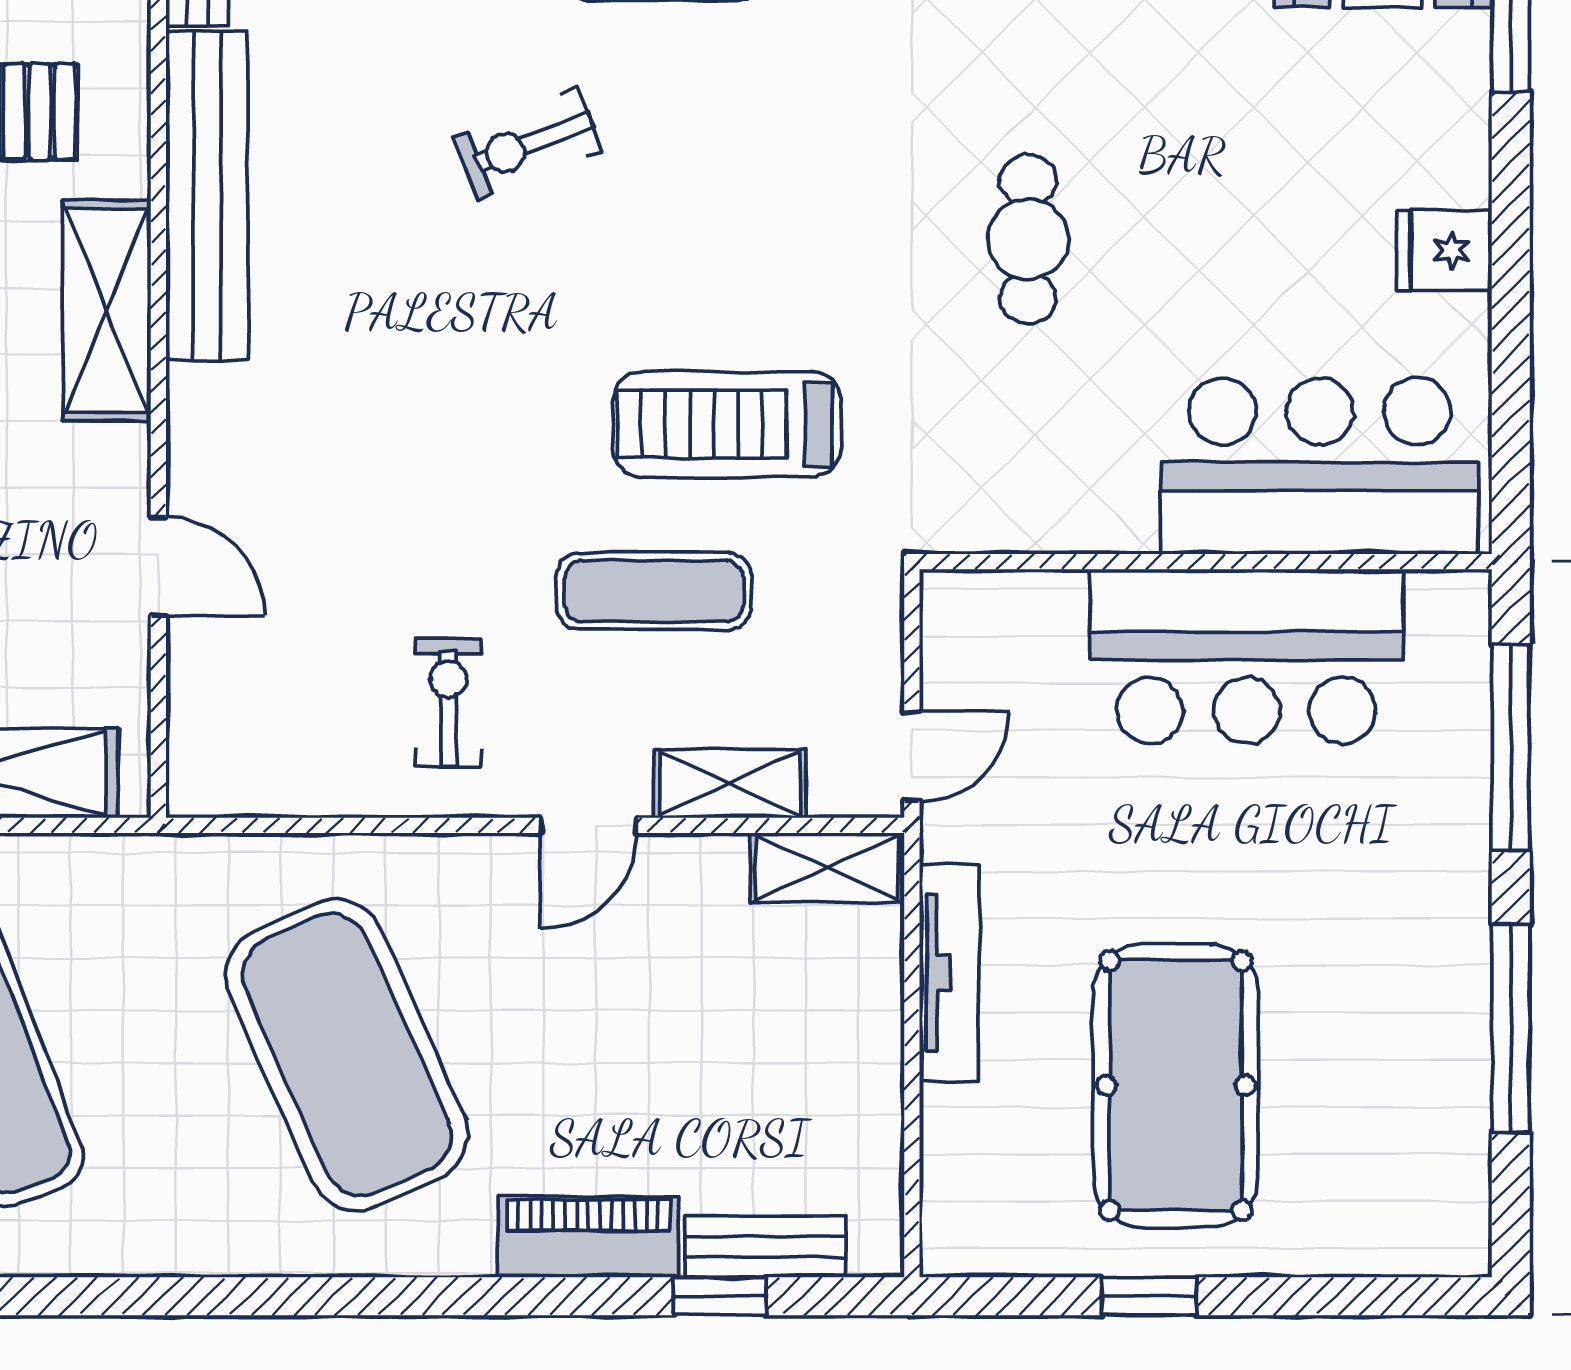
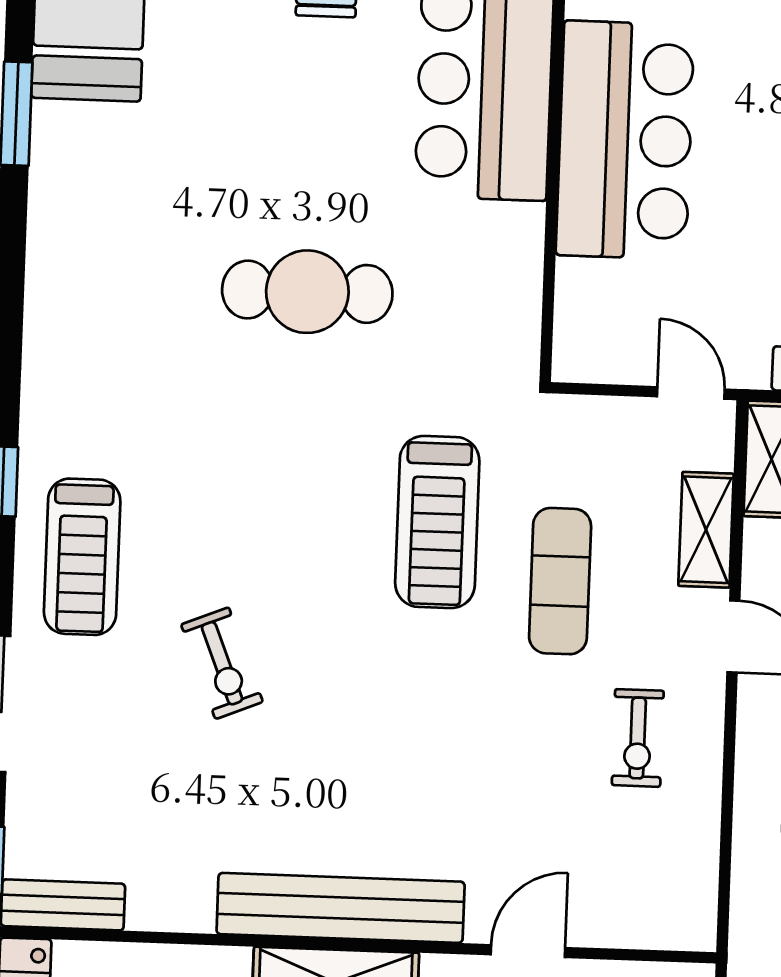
bench: (207, 196) -> (341, 908), moved
cafe table: (1028, 239) -> (307, 292), width x1.37, depth x1.35
exercise bike: (448, 703) -> (638, 738), turned -90

